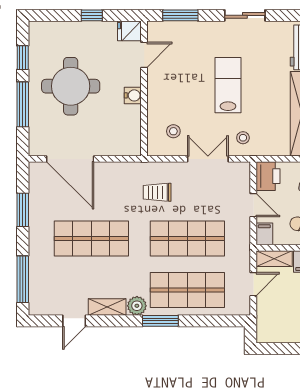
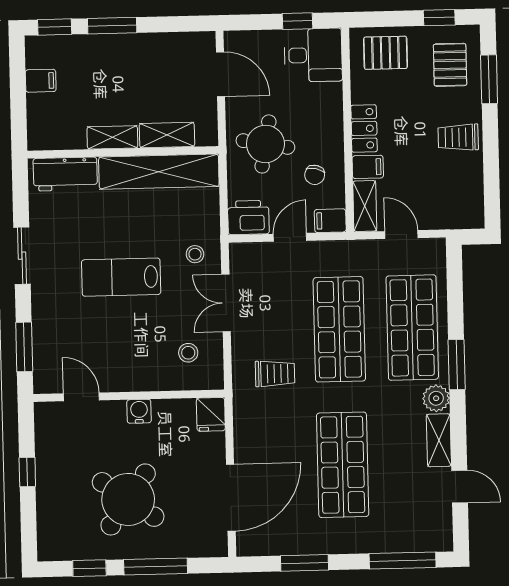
fridge: (129, 31) -> (211, 414), moved
round table: (71, 86) -> (128, 499), turned 35
trolley: (157, 192) -> (275, 374), turned -90

